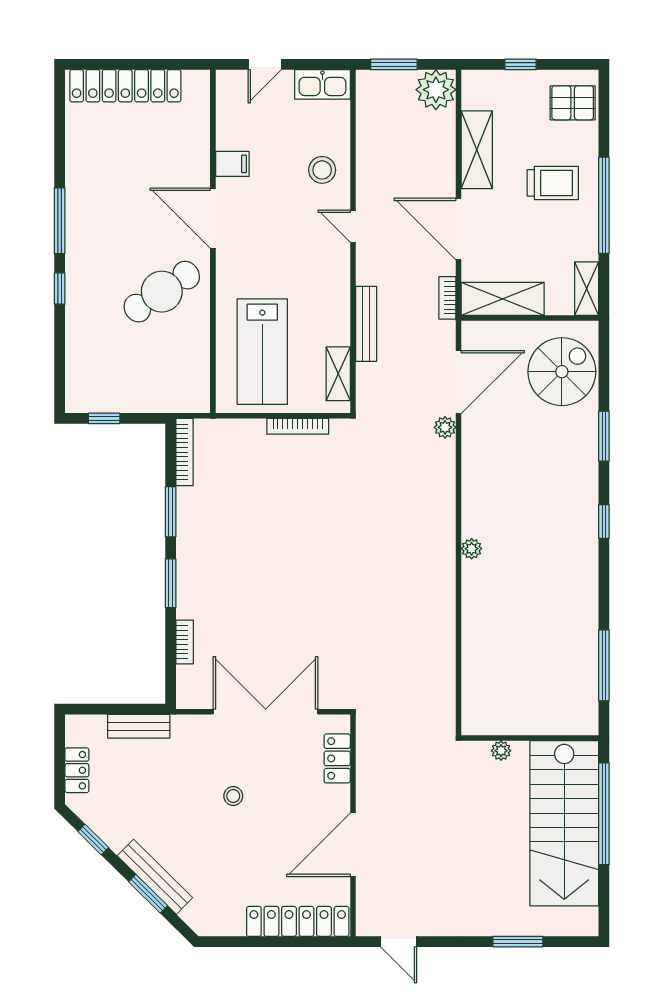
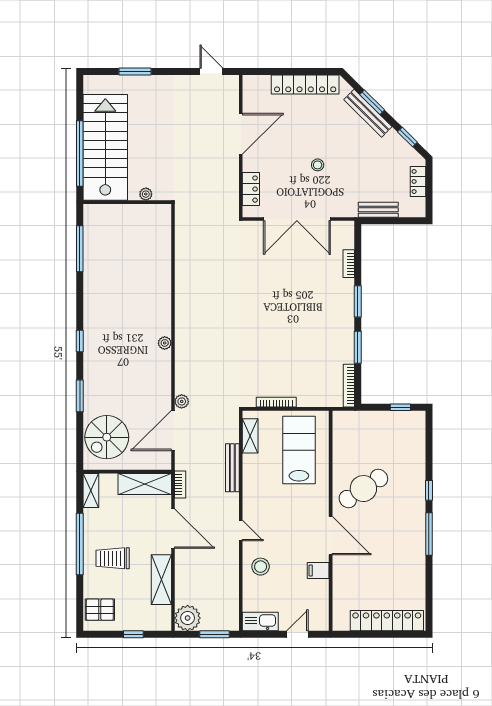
plant: (472, 549) -> (165, 343), moved
locker: (298, 921) -> (305, 85), moved

